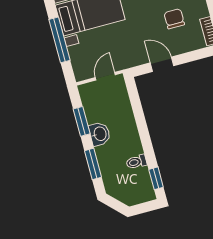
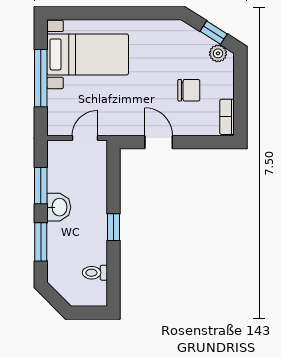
chair: (174, 19) -> (189, 90), turned 90
toilet: (136, 162) -> (95, 273), moved
window: (156, 178) -> (114, 227), moved

